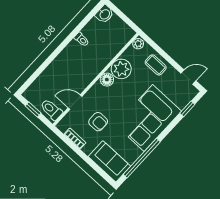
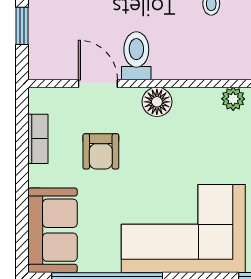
plant: (121, 69) -> (233, 99), width x0.53, depth x0.53
floor lamp: (107, 80) -> (157, 102), moved
toilet: (51, 110) -> (136, 56), moved

